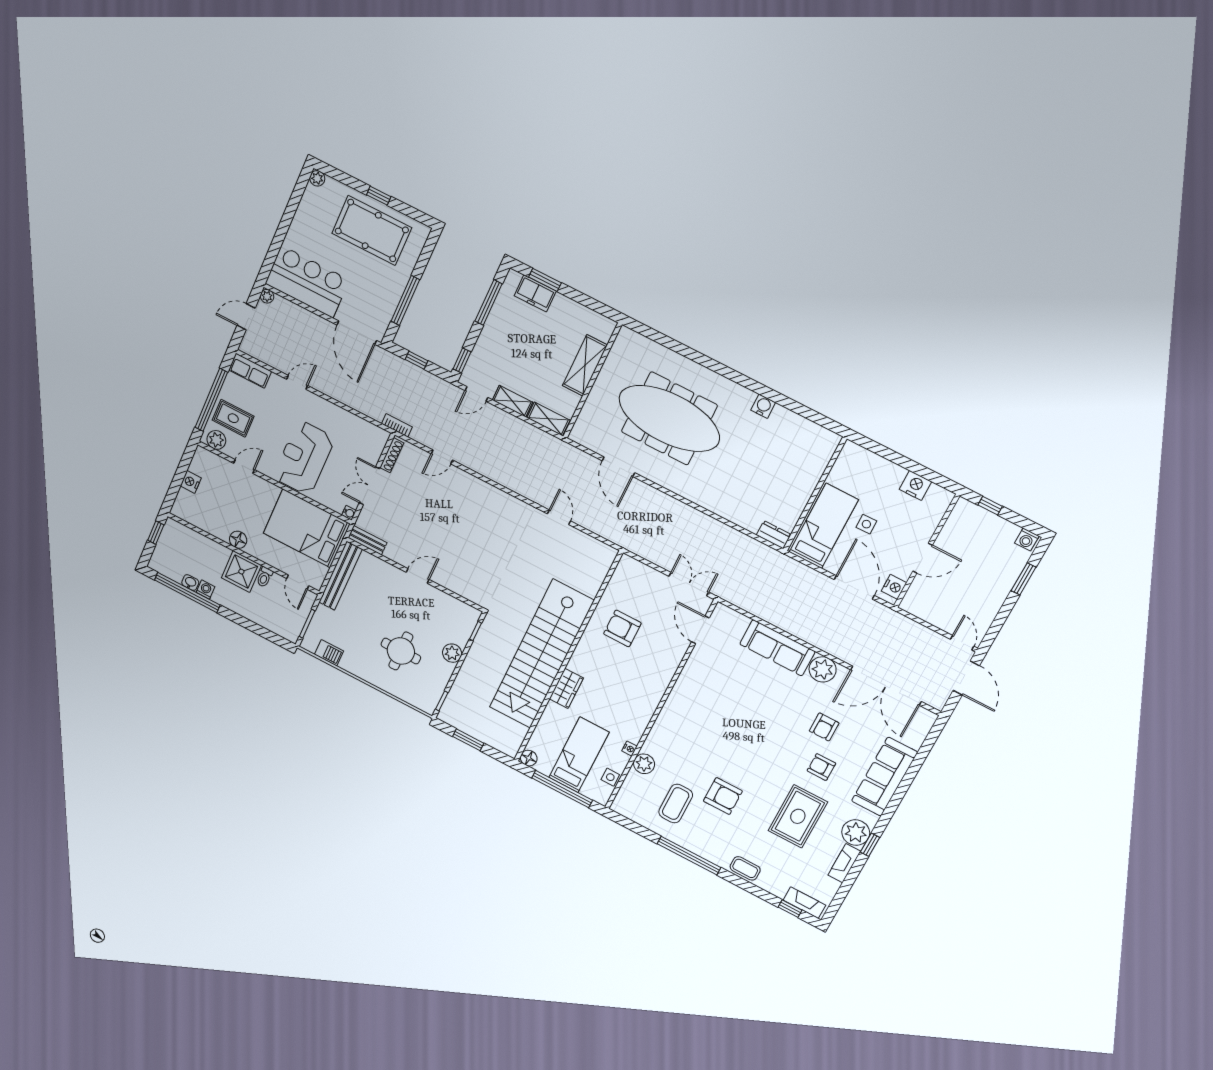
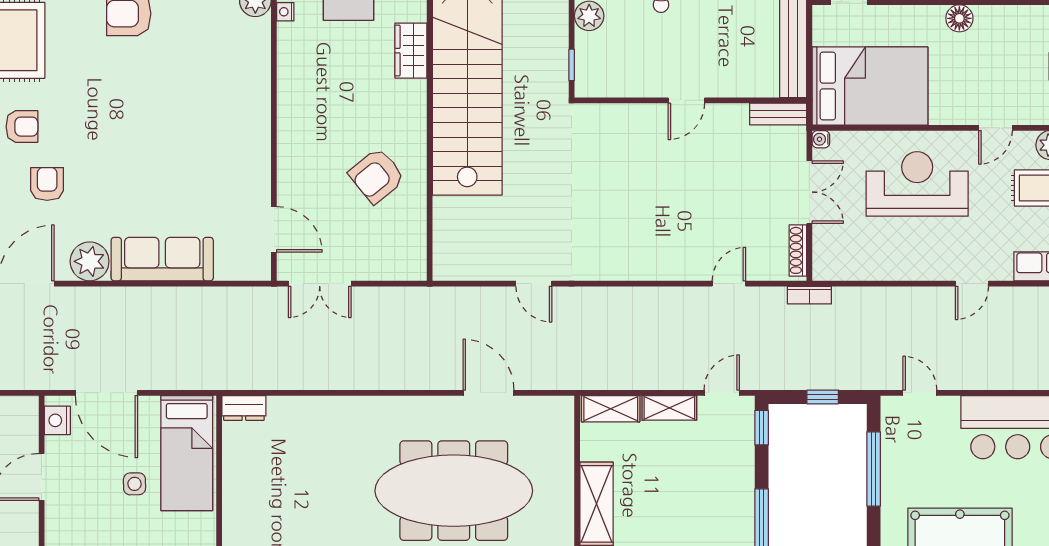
door: (357, 333) -> (920, 393), width x0.53
reception desk: (304, 458) -> (917, 184), turned -90
armchair: (622, 628) -> (377, 176), turned 141

